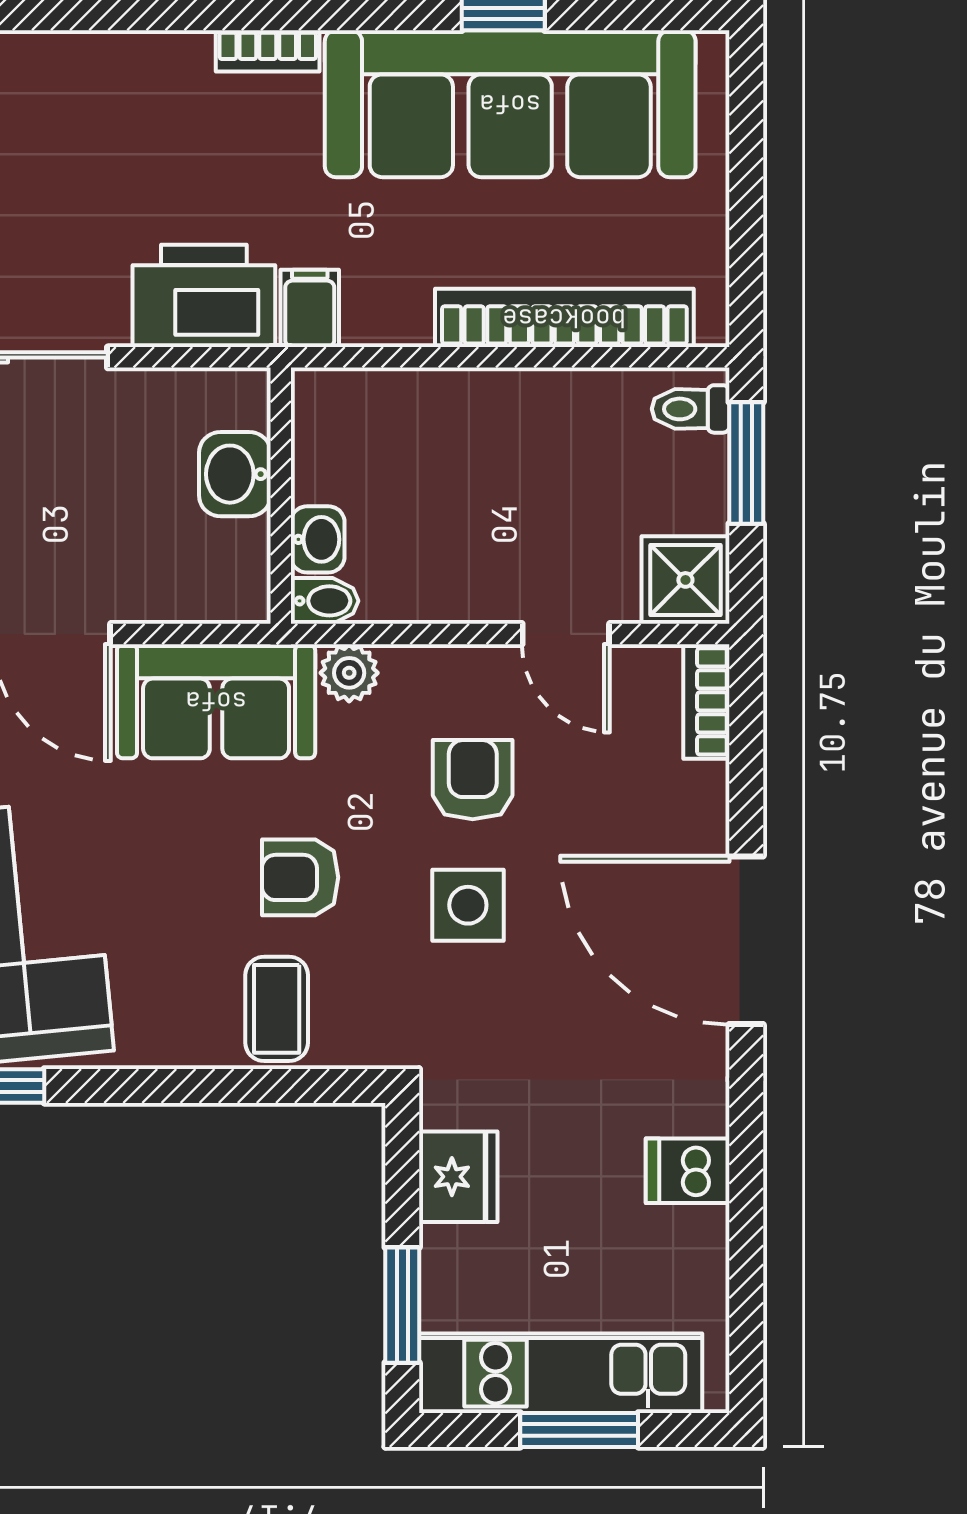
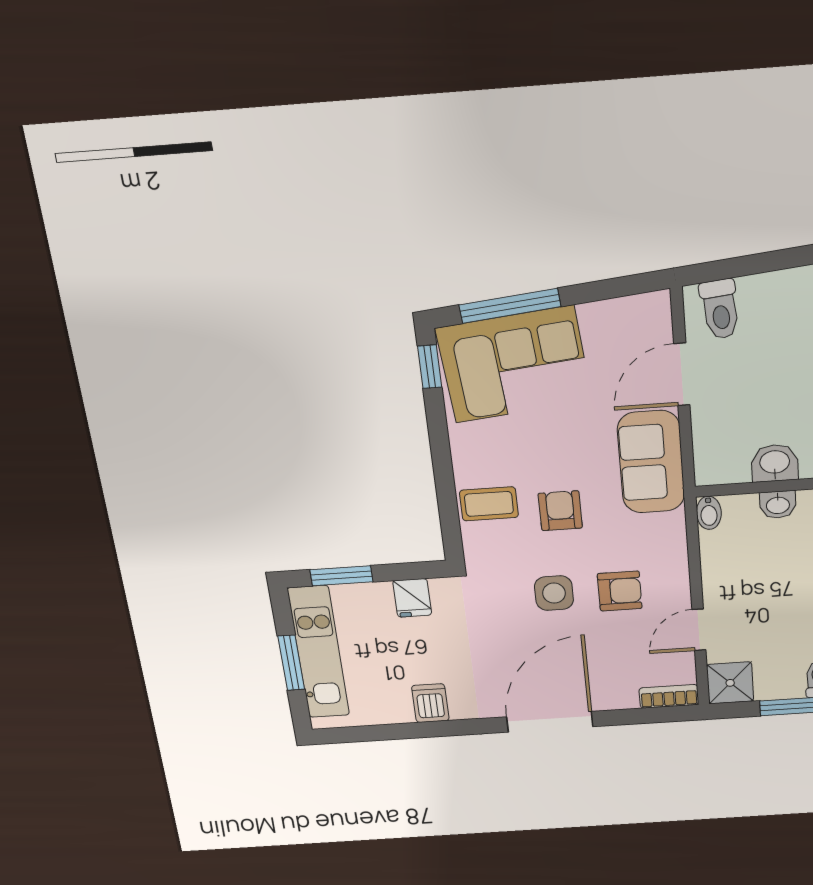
washbasin: (318, 539) -> (778, 505), moved
plant: (349, 673) -> (671, 528), removed
fridge: (458, 1177) -> (412, 598), width x0.72

